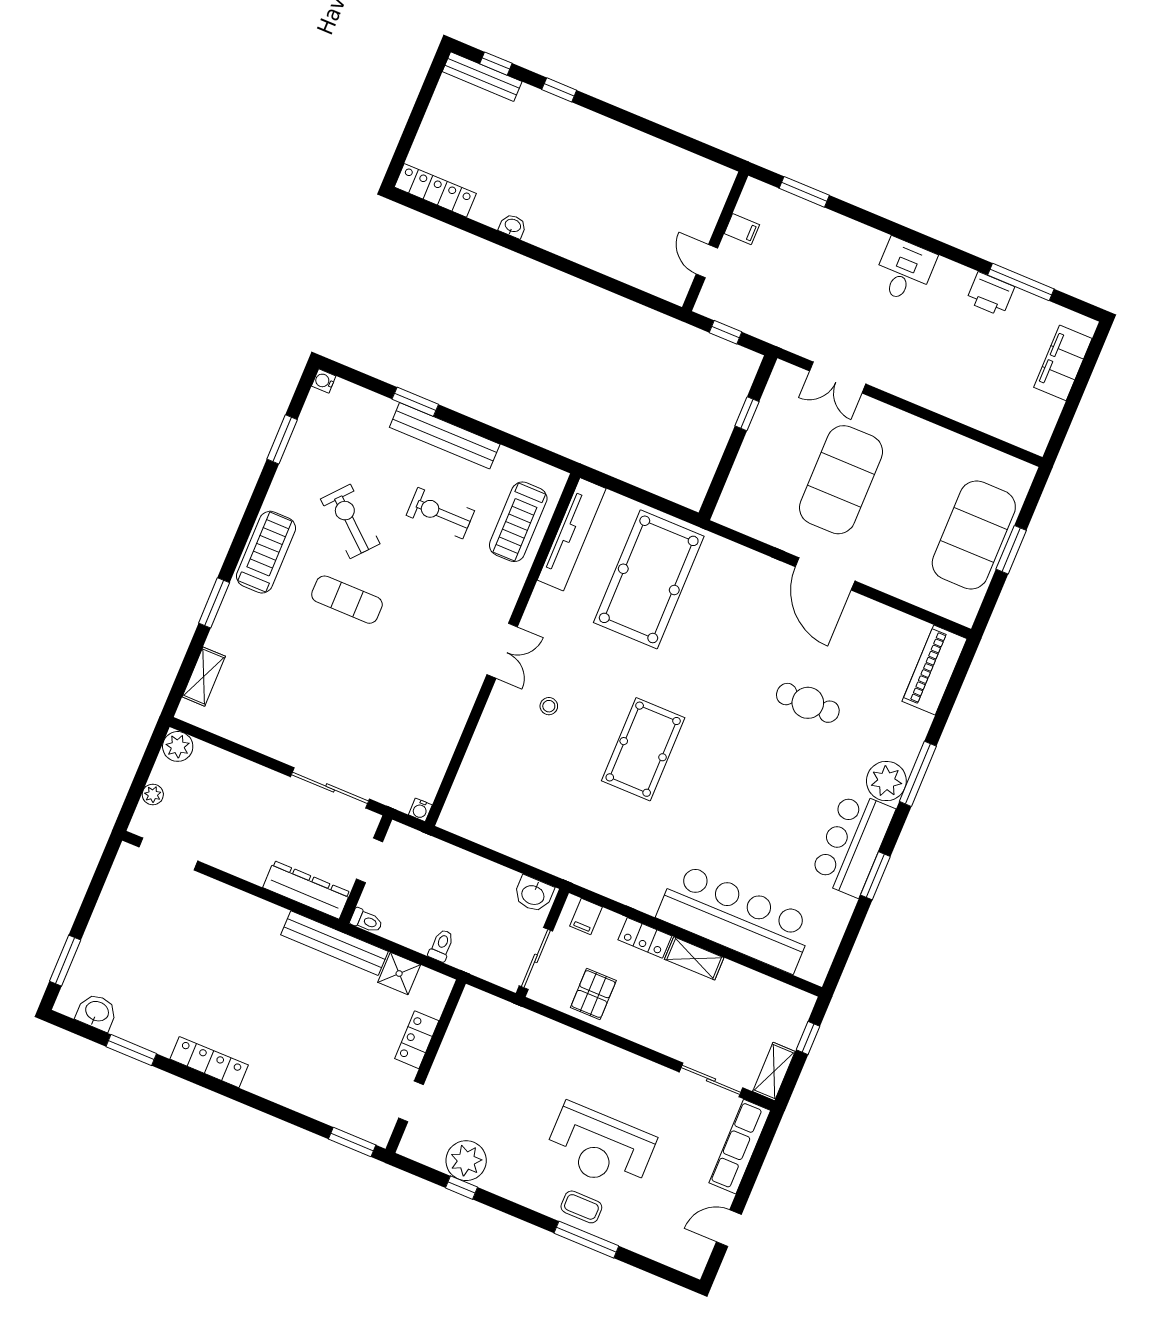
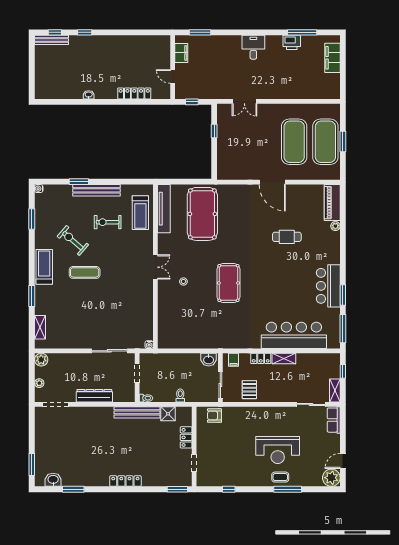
locker: (435, 190) -> (134, 93), moved
filing cabinet: (742, 229) -> (181, 53), width x2.00
exercise mat: (841, 480) -> (294, 142), moved
window: (918, 774) -> (343, 329), moved
plant: (886, 781) -> (335, 226), moved, width x0.53, depth x0.53
dresser: (307, 890) -> (94, 396), moved
armchair: (496, 1018) -> (214, 416), added
locker: (209, 1062) -> (125, 481), moved
row of seats: (740, 1147) -> (334, 420), width x0.68
plant: (466, 1161) -> (331, 478), moved

